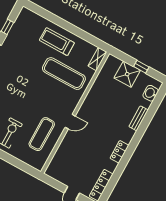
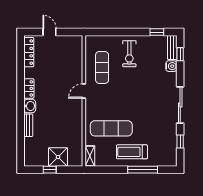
window: (56, 20) -> (143, 170), added
treadmill: (57, 42) -> (132, 152), turned 180
washbasin: (151, 93) -> (30, 106), moved

